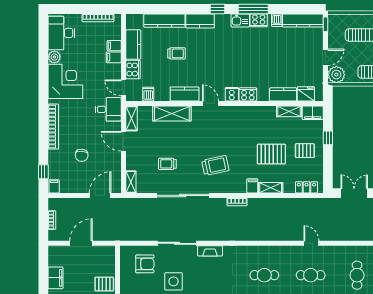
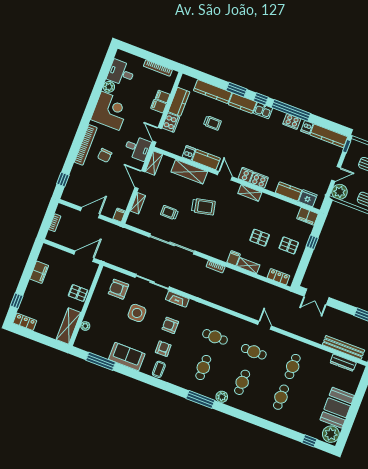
window: (188, 9) -> (237, 90), added
window: (253, 9) -> (291, 110), width x1.46
kitchen sink: (240, 20) -> (263, 111), moved
desk: (61, 33) -> (121, 73), width x0.73
dishwasher: (148, 94) -> (189, 153), moved
shelving: (289, 111) -> (250, 193), moved
pallet: (271, 154) -> (260, 238), width x0.67, depth x0.71
chair: (82, 155) -> (105, 155), moved
trolley: (215, 165) -> (203, 207), moved
shelving: (131, 182) -> (138, 203), moved
filing cabinet: (54, 186) -> (119, 215), moved
double door: (354, 193) -> (317, 297), swing flipped
door: (100, 195) -> (90, 213), moved
door: (81, 243) -> (84, 256), moved
armchair: (145, 264) -> (118, 289), turned 180
armchair: (213, 281) -> (170, 325), added

